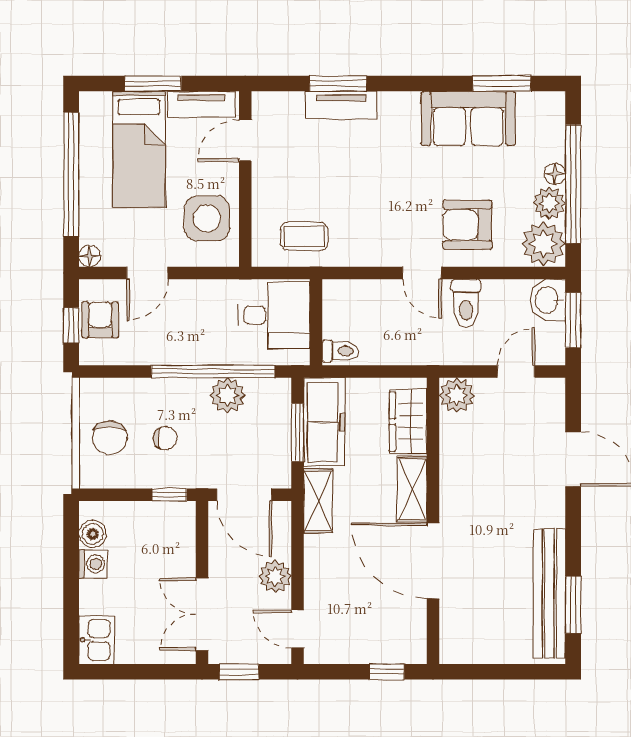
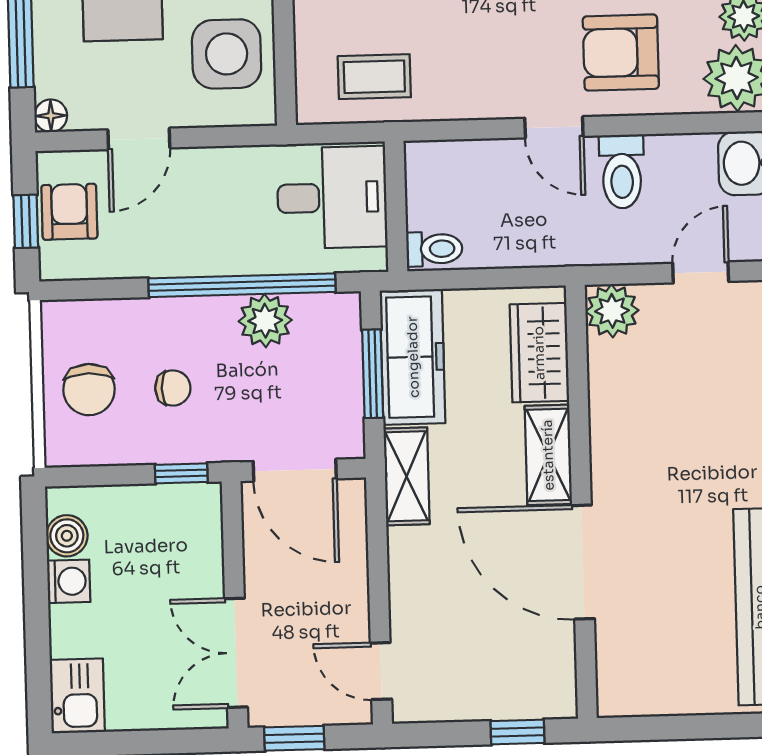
plant: (275, 576) -> (345, 592), removed

